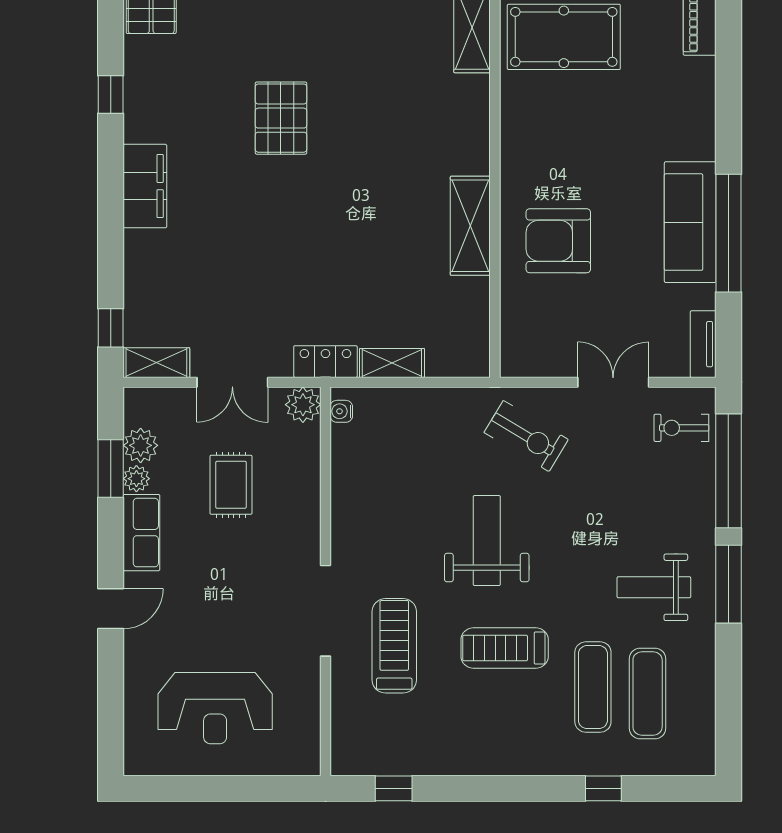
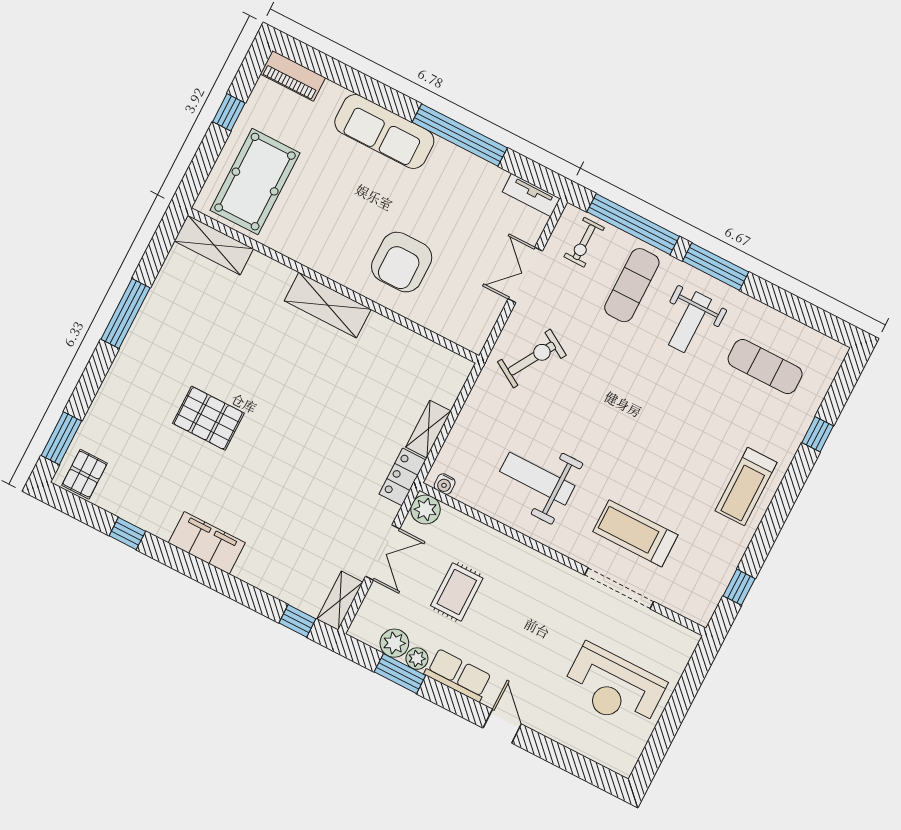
sofa: (690, 222) -> (384, 132), moved
shelving: (470, 226) -> (328, 305), moved
rug: (231, 485) -> (457, 592), turned 90
weight bench: (487, 541) -> (537, 479), moved
doorway: (325, 611) -> (619, 588), moved
treadmill: (505, 648) -> (746, 487), moved
exercise mat: (593, 687) -> (632, 285), moved, turned 90
reception desk: (215, 708) -> (614, 687), turned 90

